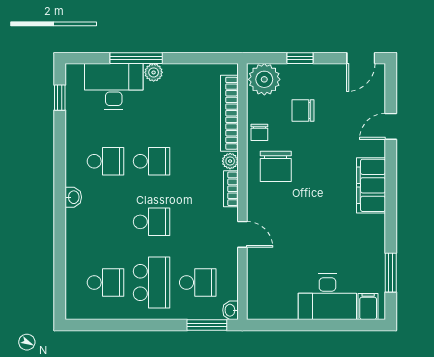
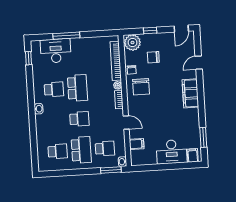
plant: (154, 72) -> (76, 42), removed
school desk: (152, 161) -> (77, 88), width x1.85
filing cabinet: (260, 278) -> (137, 144), added

